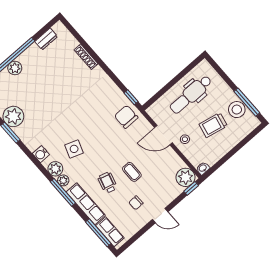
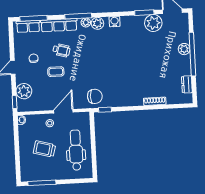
stool: (237, 110) -> (42, 172), removed
trolley: (213, 125) -> (44, 149), turned -87
side table: (74, 149) -> (101, 46), removed
plant: (186, 177) -> (24, 91), moved

